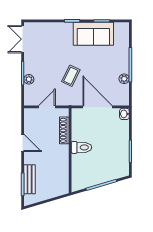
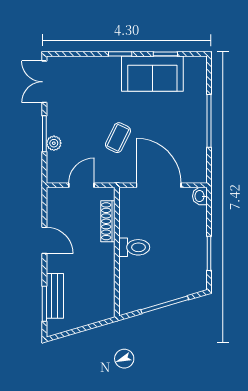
plant: (124, 79) -> (199, 142), removed

